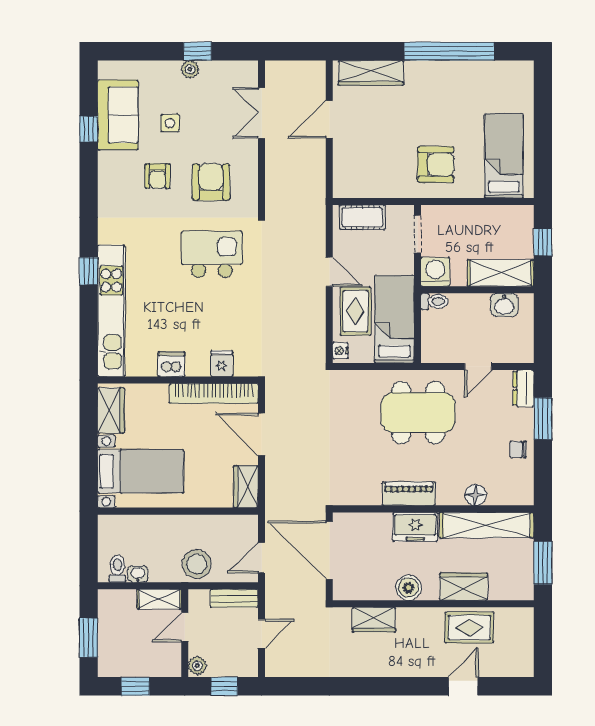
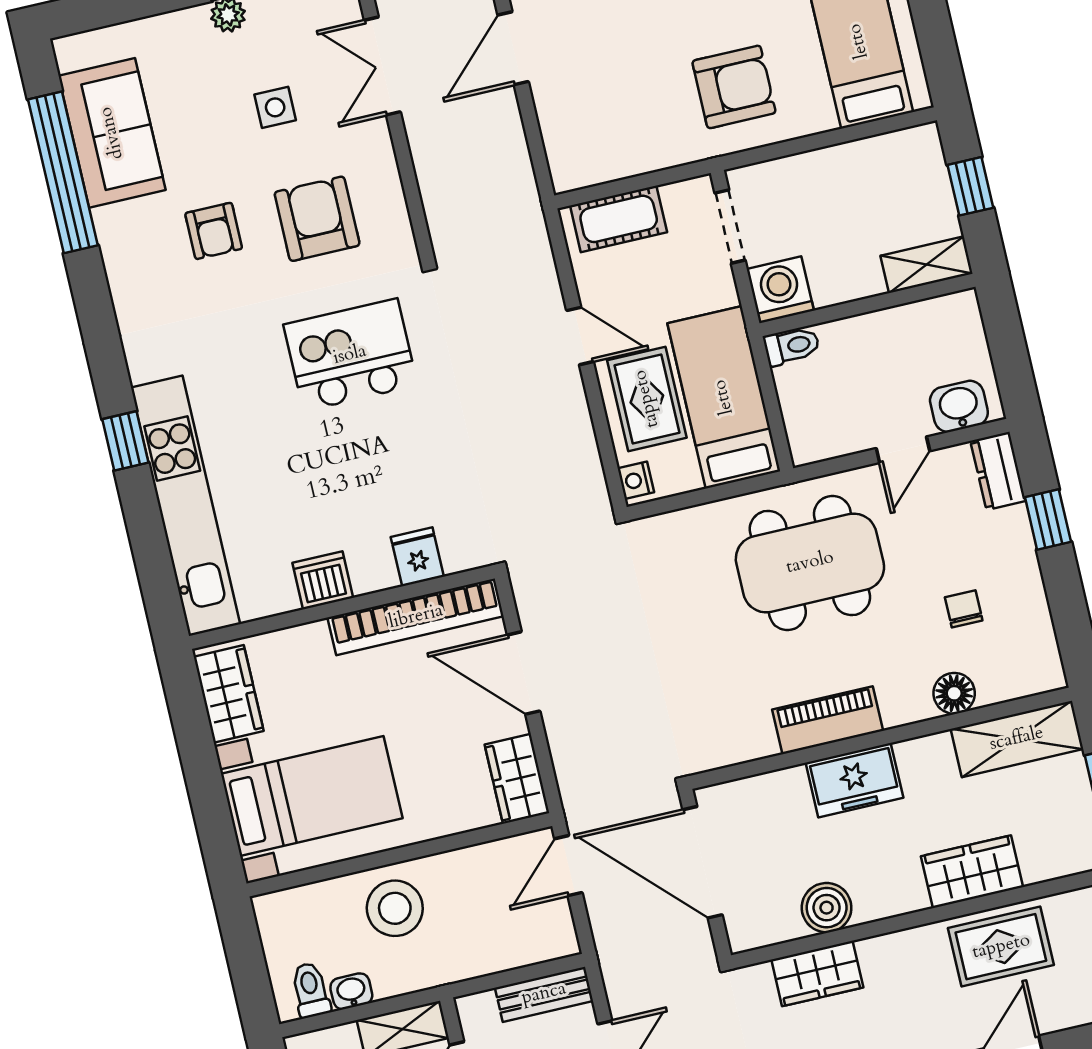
side table: (170, 123) -> (275, 107), moved
window: (89, 129) -> (63, 172), width x3.17
shelving: (501, 273) -> (927, 265), width x0.67, depth x0.75
washbasin: (504, 305) -> (959, 406), moved, turned 180
window: (543, 419) -> (1048, 520), width x0.67
chair: (518, 449) -> (964, 609), moved, turned 90
shelving: (487, 525) -> (1017, 739), width x0.68
door: (262, 558) -> (568, 866), moved
stool: (197, 564) -> (395, 908), moved
boiler: (409, 588) -> (827, 908), moved

